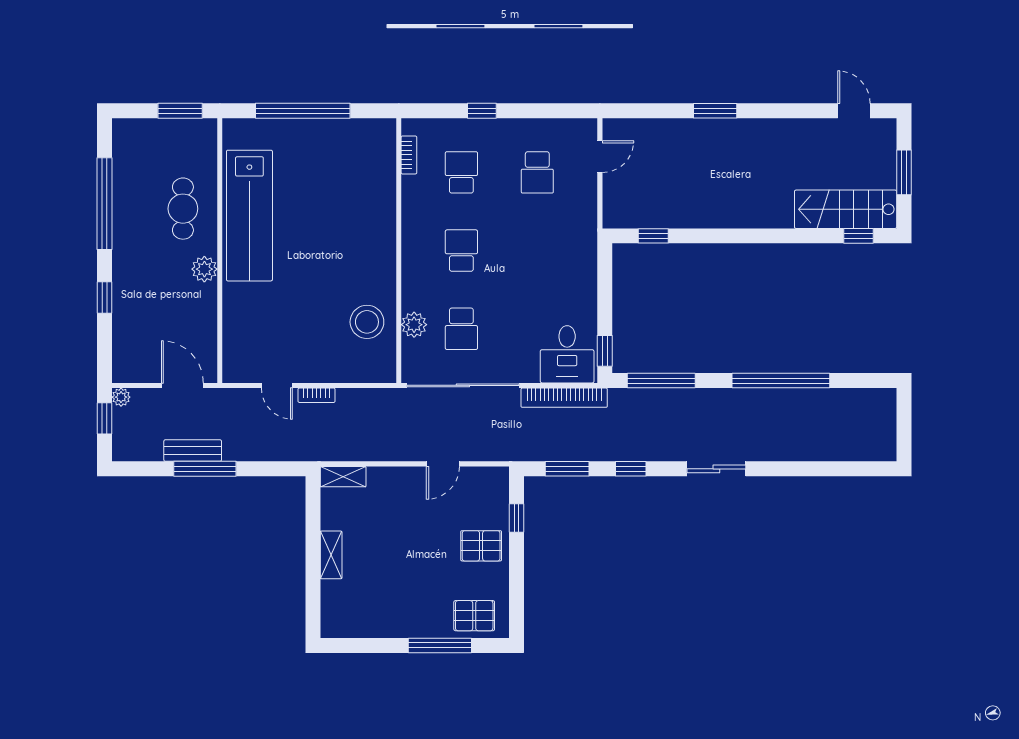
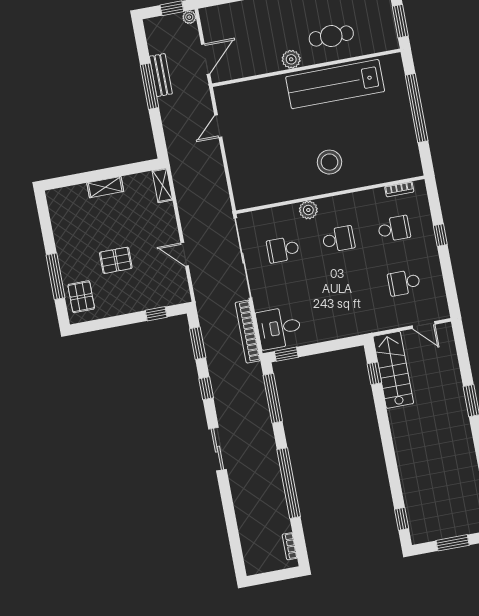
stairs: (846, 209) -> (393, 370), moved
stool: (367, 322) -> (329, 162), moved
plant: (414, 325) -> (308, 210), moved
bookcase: (317, 395) -> (290, 546), moved
pallet: (481, 546) -> (116, 260), moved, turned 90

